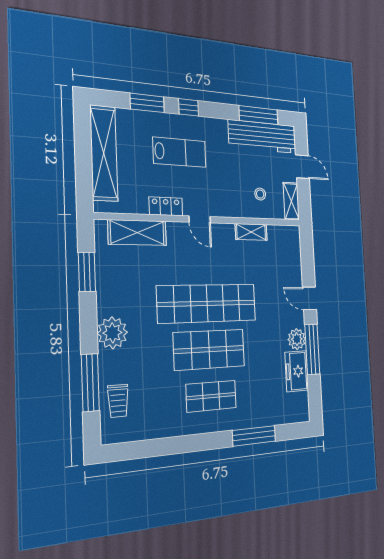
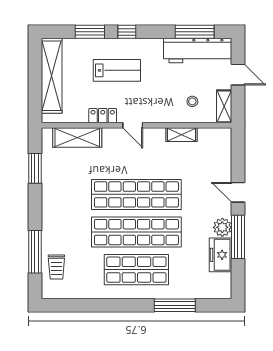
plant: (112, 333) -> (54, 215), removed
shop shelf: (209, 350) -> (136, 232), width x1.40
shop shelf: (211, 396) -> (136, 270), width x1.43, depth x1.36

